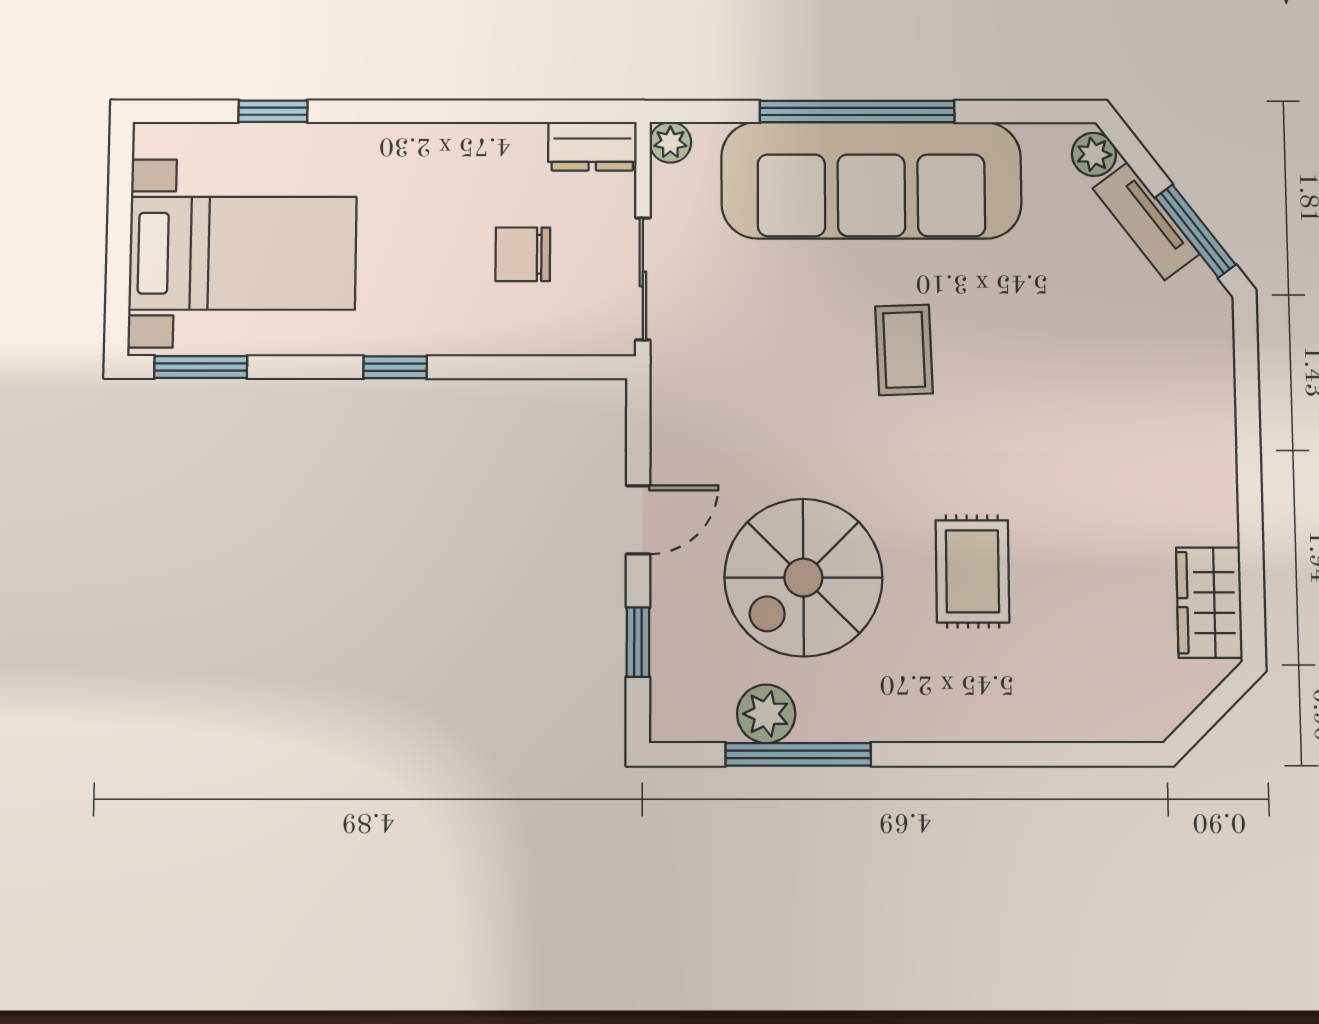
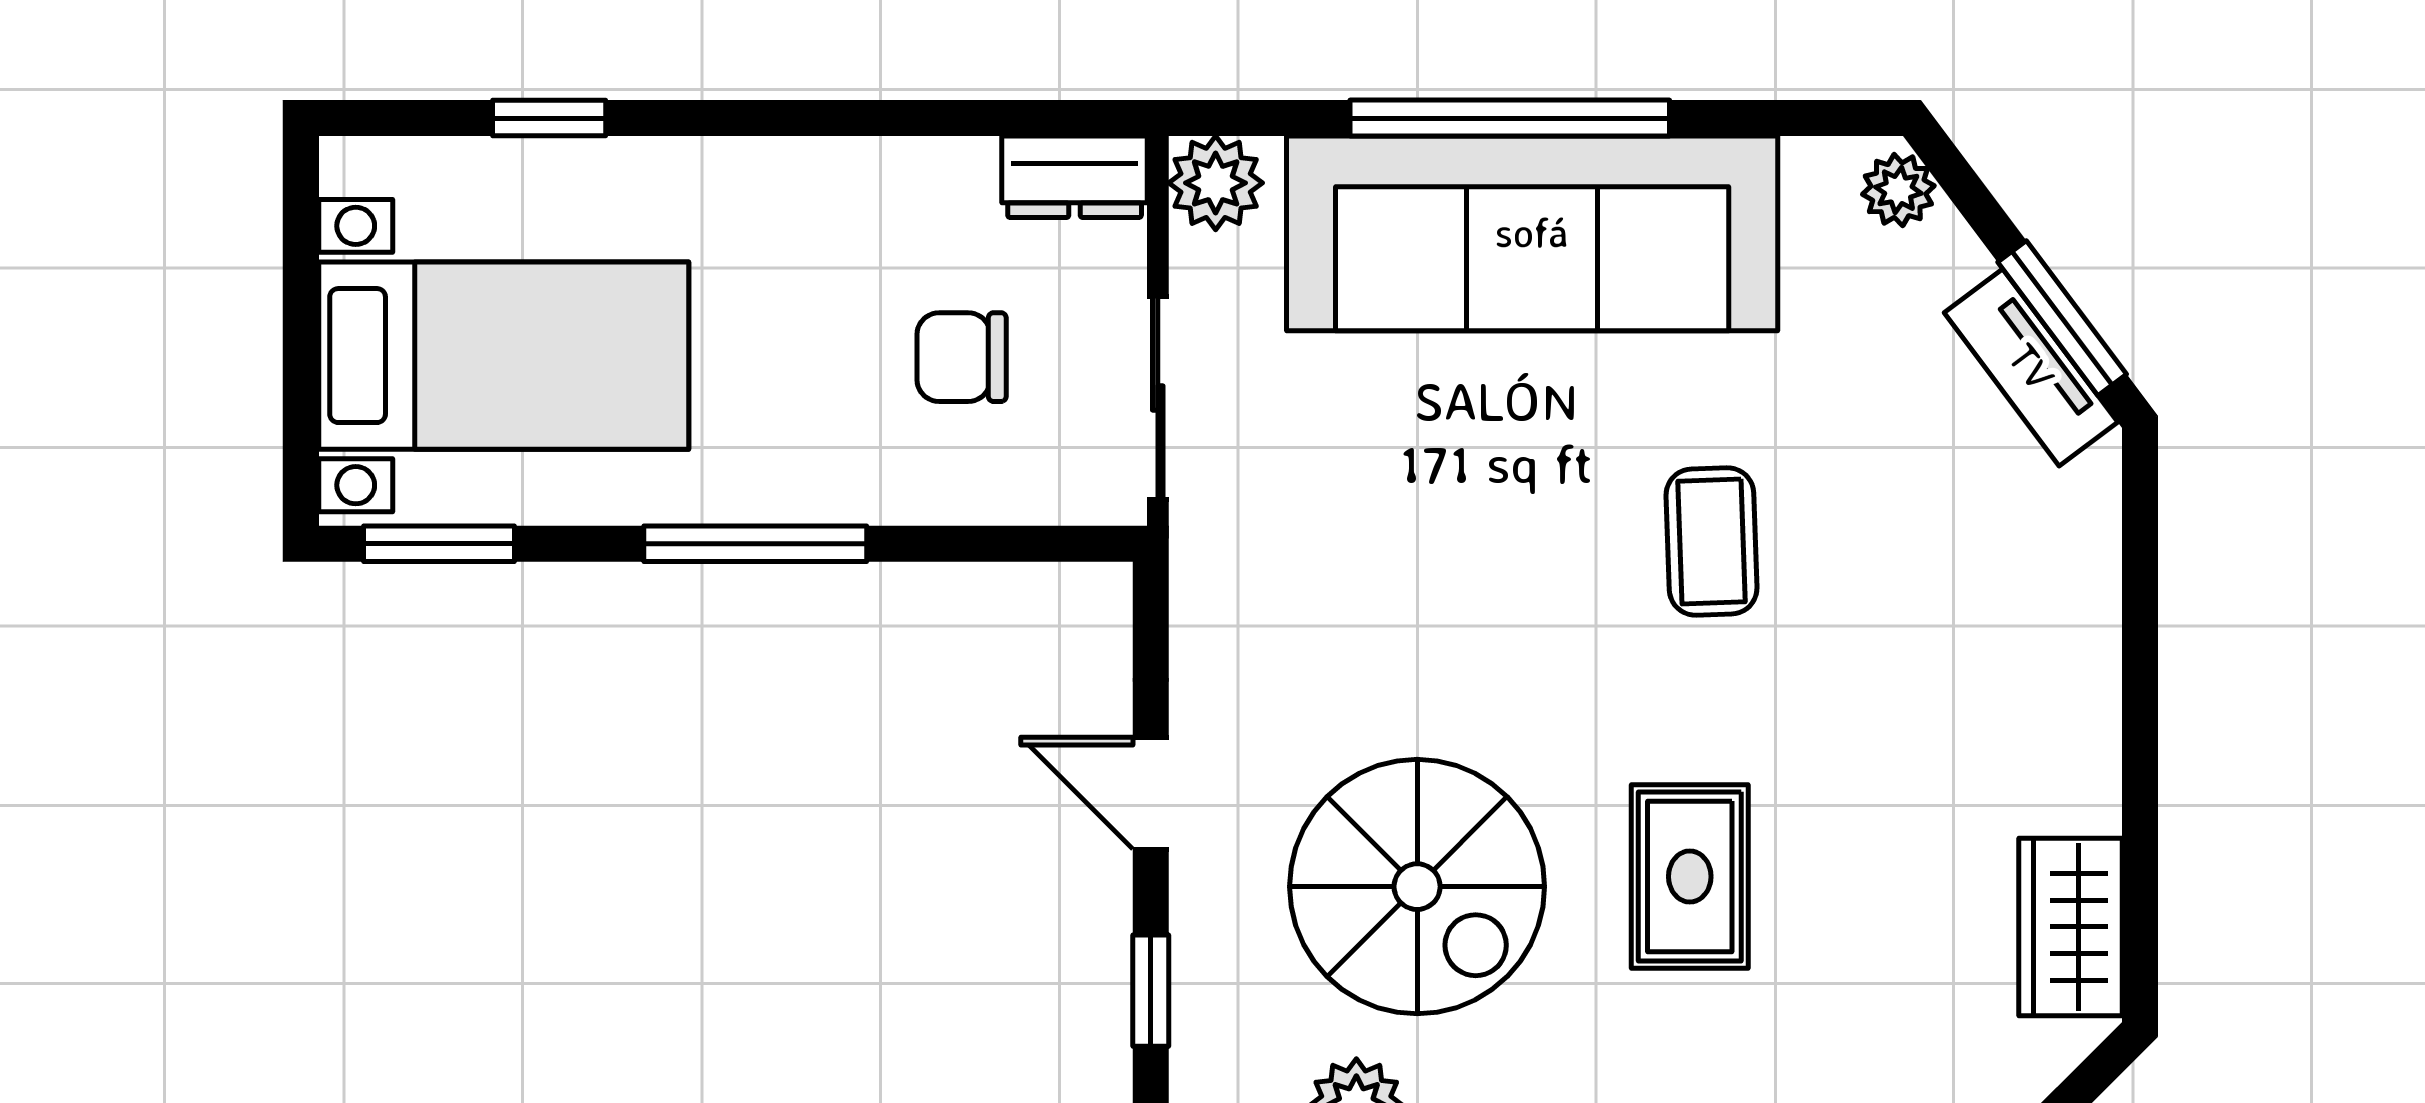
plant: (670, 142) -> (1216, 183), width x1.38, depth x1.38
tv unit: (1146, 221) -> (2031, 367), moved
coffee table: (904, 350) -> (1712, 542), moved
window: (395, 367) -> (755, 544), width x2.17
door: (638, 520) -> (1151, 793), swing flipped
spiral stairs: (803, 578) -> (1417, 887), turned -90

